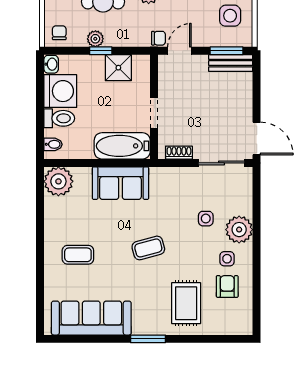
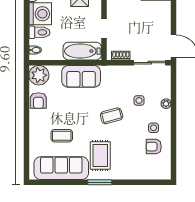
armchair: (58, 219) -> (38, 101), added
plant: (239, 230) -> (166, 104), width x0.53, depth x0.53
coffee table: (148, 248) -> (112, 116), moved
coffee table: (78, 255) -> (62, 136), moved
armchair: (227, 286) -> (154, 147), turned -90
rug: (186, 303) -> (100, 156), moved

